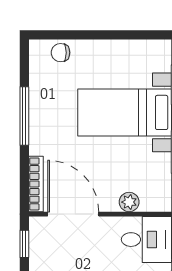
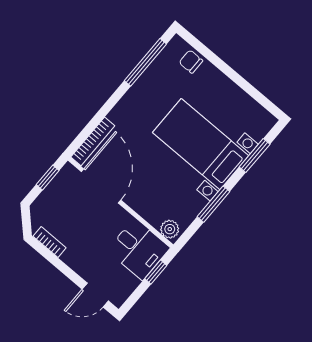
window: (24, 116) -> (145, 62), moved
plant: (129, 202) -> (170, 229), moved

